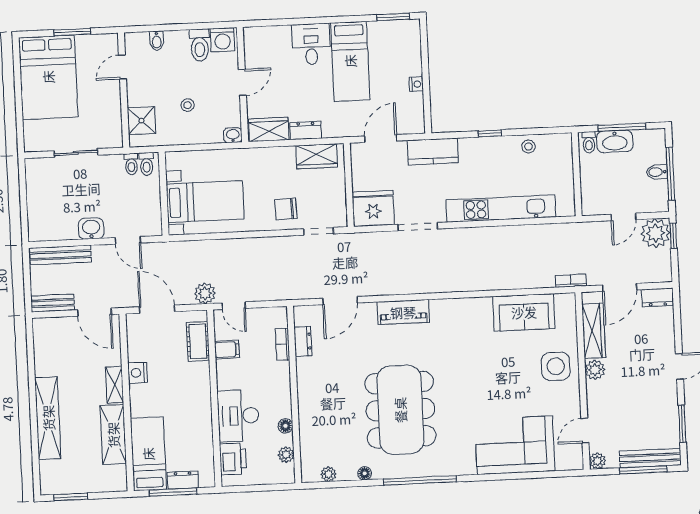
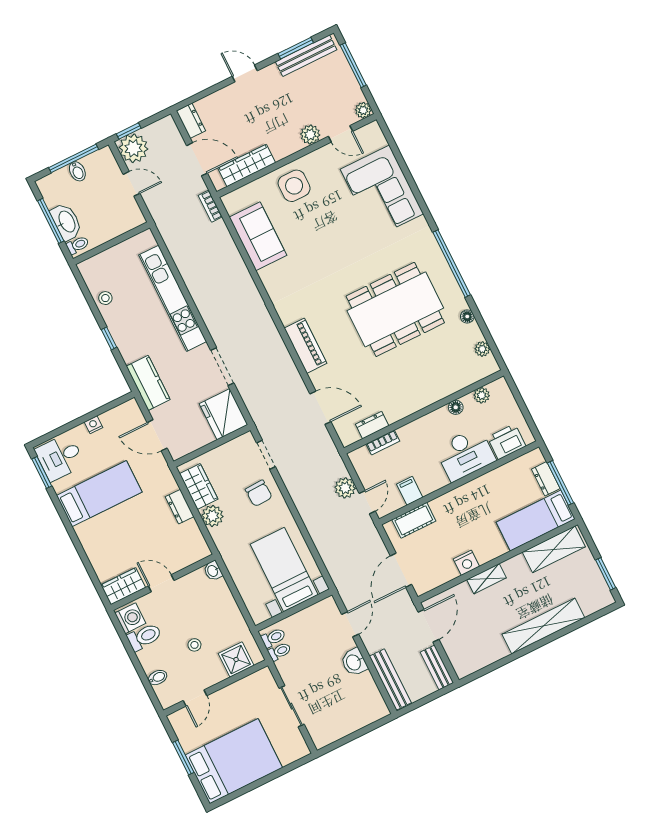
desk: (311, 44) -> (60, 457), moved
door: (122, 67) -> (195, 698), hinge flipped
stool: (188, 105) -> (194, 645), moved
wardrobe: (269, 129) -> (123, 586), moved, turned 90
plant: (284, 157) -> (212, 516), added
plant: (205, 293) -> (345, 488), moved
plant: (595, 370) -> (310, 135), moved
shelving: (113, 435) -> (554, 549), moved
bench: (650, 458) -> (306, 56), moved, turned 90

